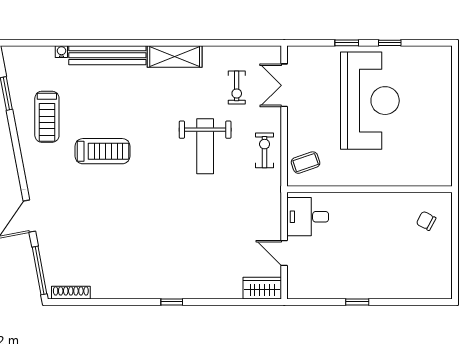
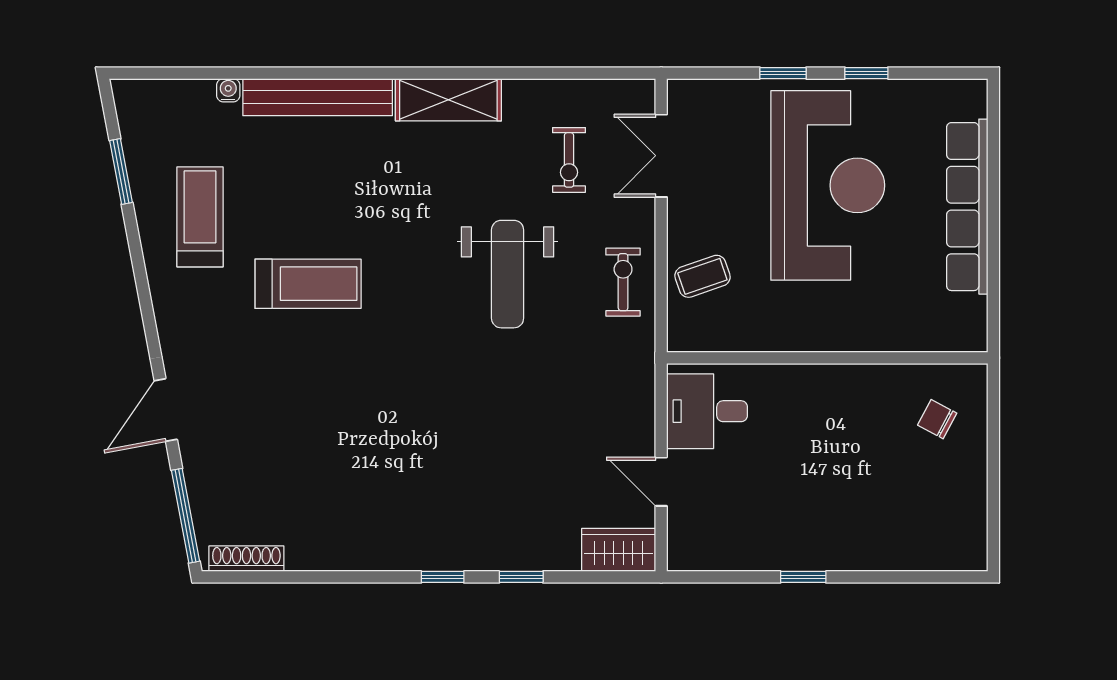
row of seats: (442, 112) -> (967, 207), added
treadmill: (47, 117) -> (200, 217), turned 180
coffee table: (306, 163) -> (702, 276), moved
window: (212, 302) -> (521, 577), added

